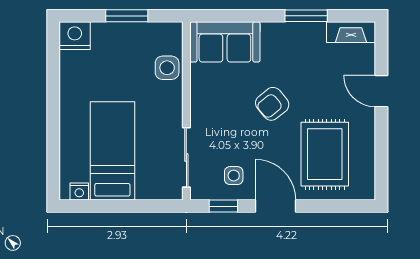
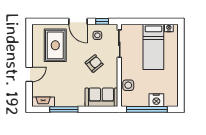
window: (127, 16) -> (147, 109), width x2.11
window: (306, 16) -> (64, 109), width x1.44
nightstand: (75, 36) -> (156, 100), moved
door: (381, 91) -> (29, 74), hinge flipped
armchair: (272, 104) -> (94, 63), moved

